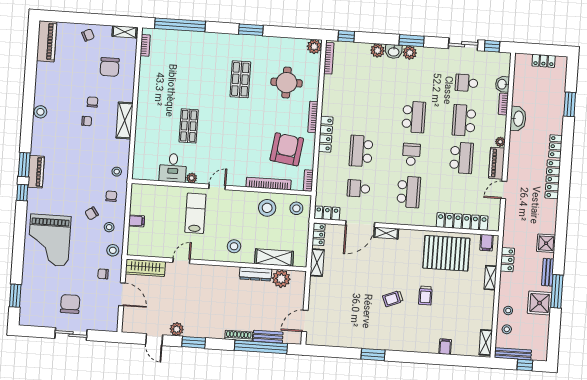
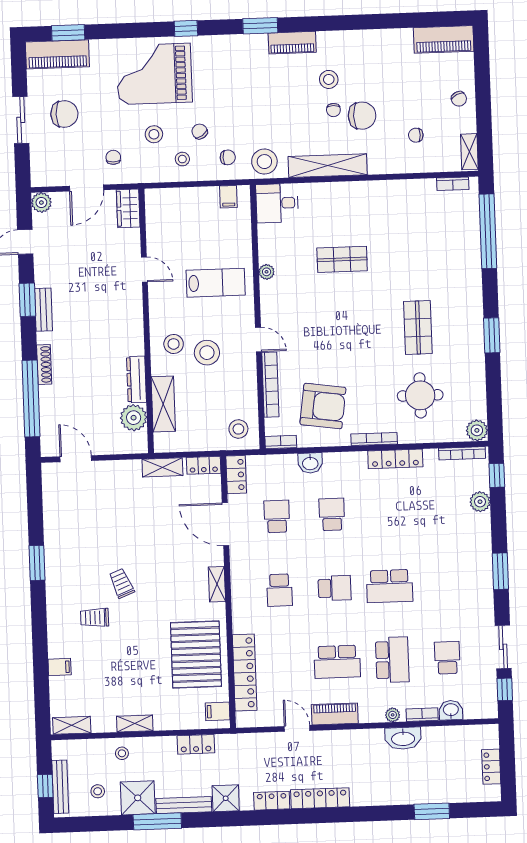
plant: (378, 51) -> (480, 502), moved
washbasin: (394, 52) -> (310, 463), moved, turned -90
plant: (410, 53) -> (483, 570), removed
chair: (110, 67) -> (416, 135), width x0.54, depth x0.54
shop shelf: (240, 79) -> (418, 328), turned 90
chair: (93, 102) -> (362, 116), width x1.87, depth x1.87
stool: (40, 112) -> (329, 79), moved
shelving: (125, 120) -> (328, 166), width x1.47
school desk: (464, 120) -> (392, 660), turned 90
locker: (326, 134) -> (395, 459), moved
plant: (500, 142) -> (393, 715), moved
locker: (556, 146) -> (272, 801), moved
school desk: (361, 151) -> (332, 514), width x0.54
desk: (173, 168) -> (277, 203), moved
piano: (36, 172) -> (292, 43), moved
stool: (117, 172) -> (264, 162), width x1.89, depth x1.89
door: (217, 187) -> (258, 339), moved
school desk: (409, 192) -> (280, 590), width x0.54
window: (22, 193) -> (186, 28), moved
stool: (267, 208) -> (207, 353), moved
filing cabinet: (137, 221) -> (228, 197), moved
shelving: (386, 233) -> (217, 584), moved
stool: (113, 250) -> (154, 134), moved
wardrobe: (145, 268) -> (128, 208), width x0.67
bench: (548, 272) -> (184, 805), width x1.36
shelving: (490, 278) -> (135, 723), moved
trolley: (425, 296) -> (94, 618), moved
piano: (29, 304) -> (57, 54), added
plant: (177, 329) -> (41, 203), moved
stool: (507, 329) -> (98, 791), moved
bench: (268, 337) -> (43, 310), moved
bench: (513, 354) -> (60, 787), moved

